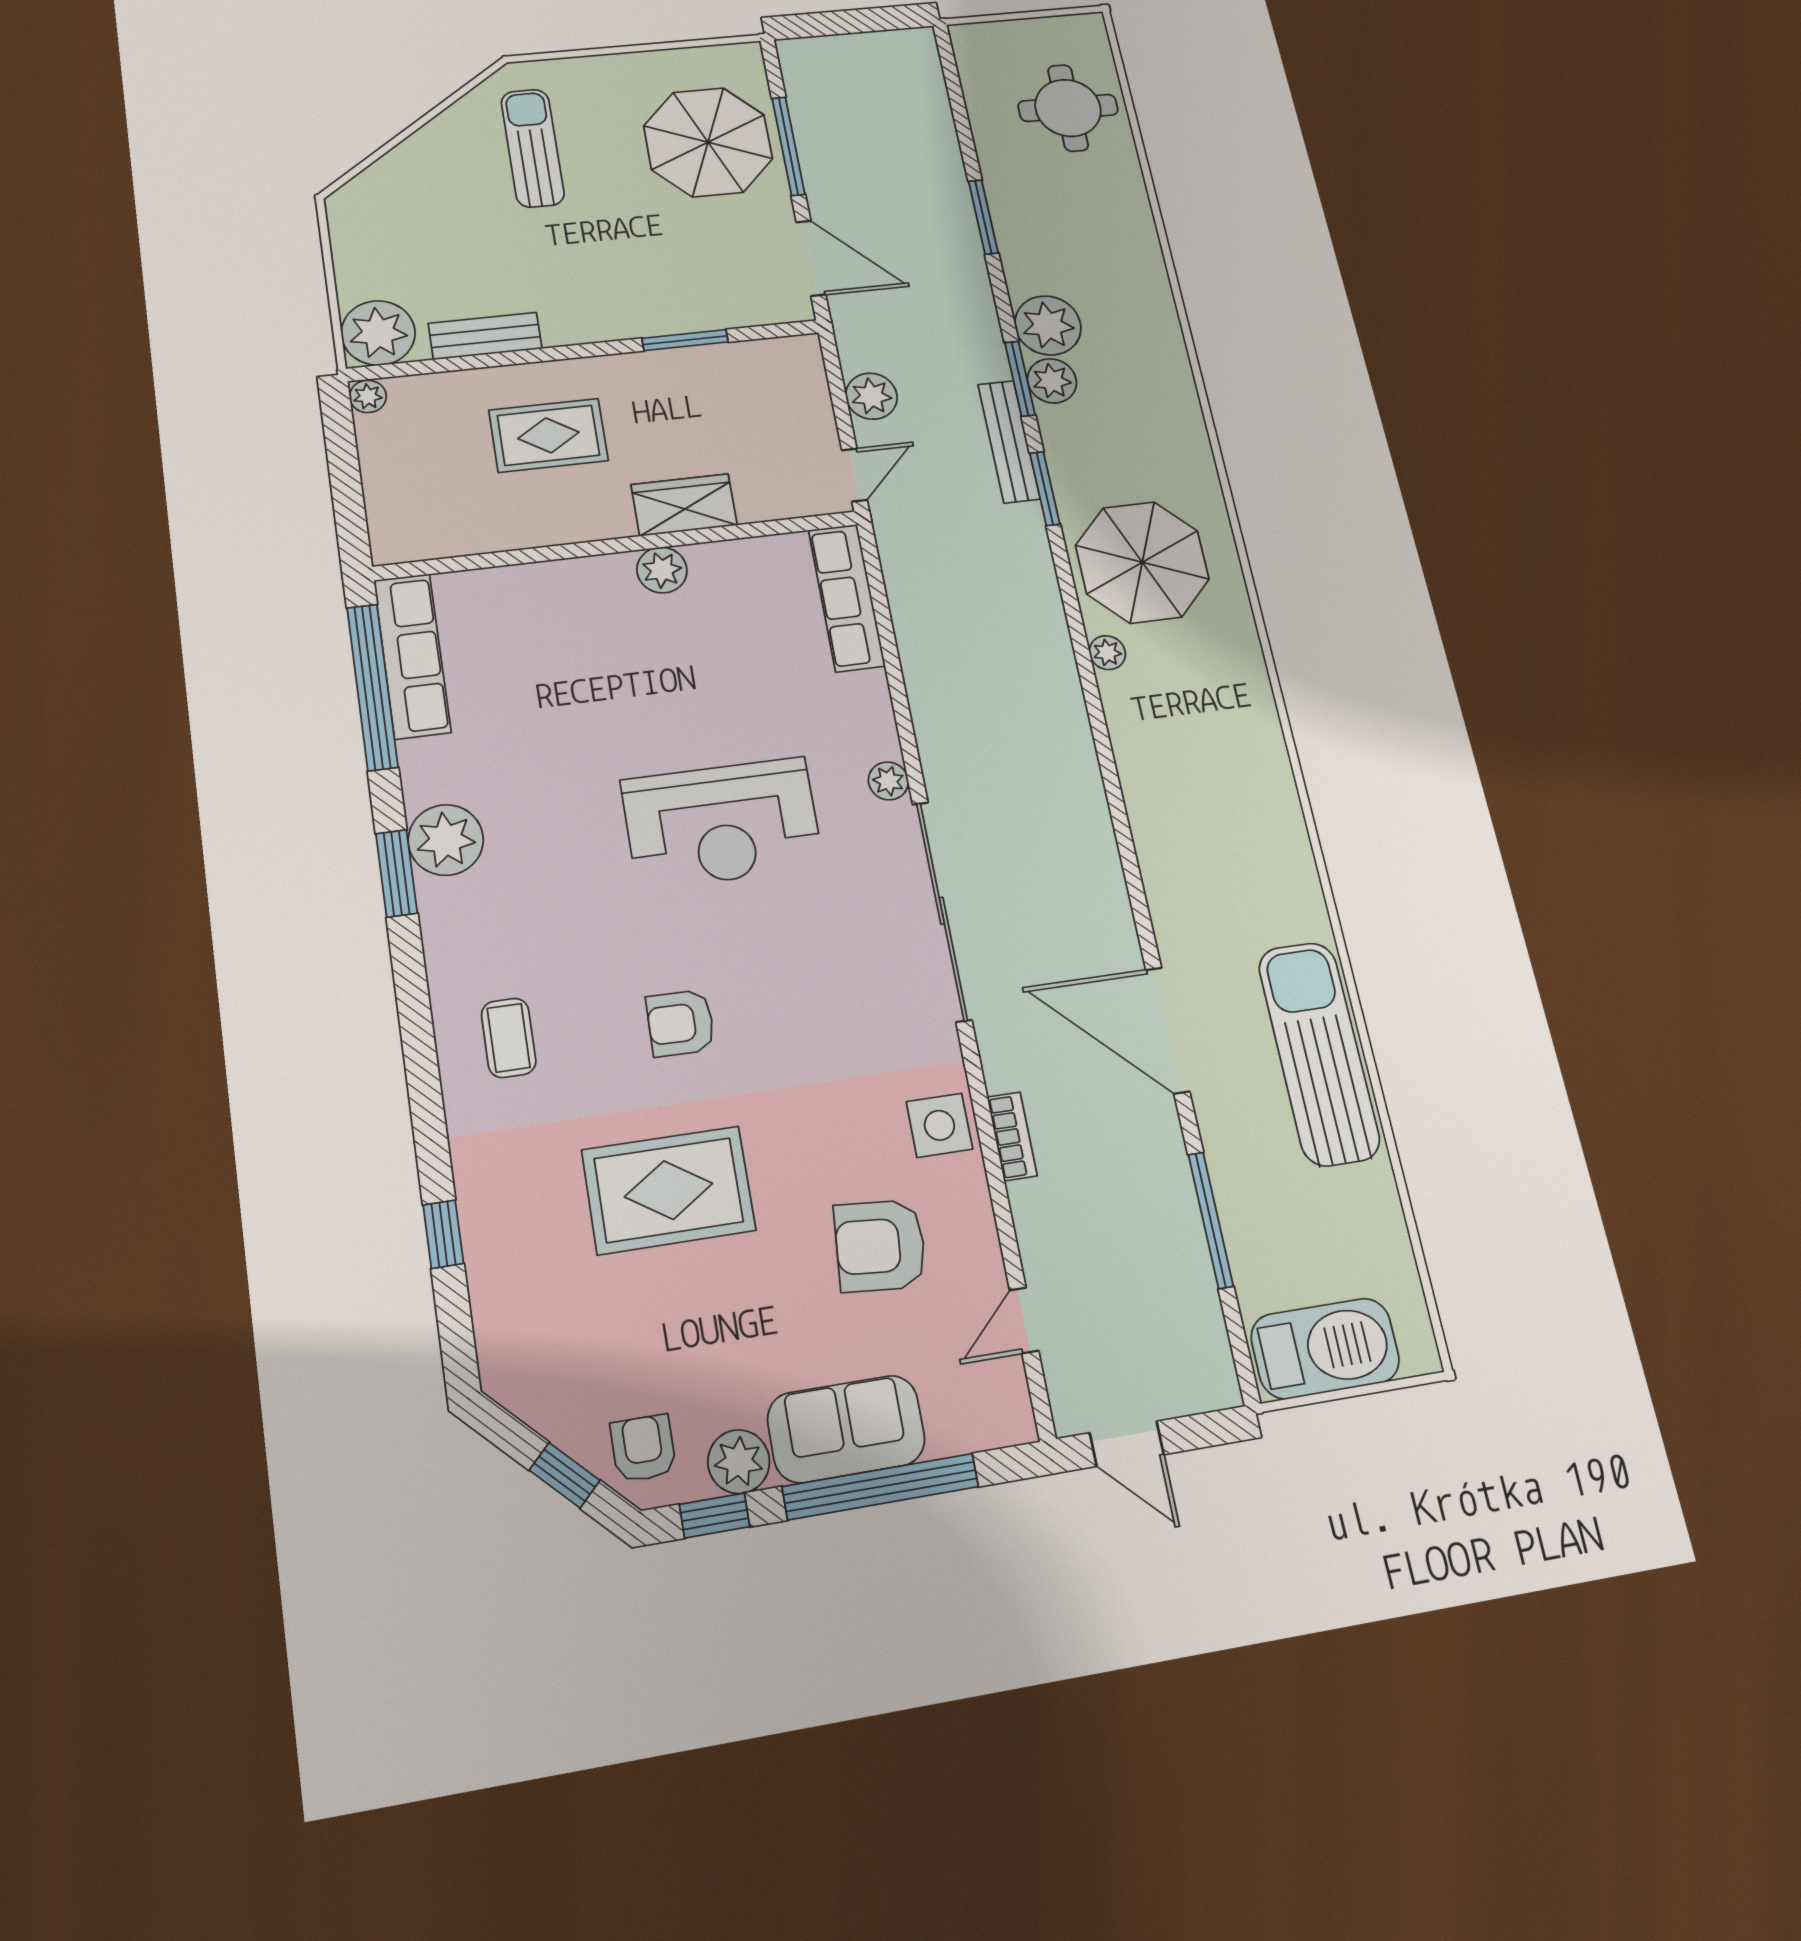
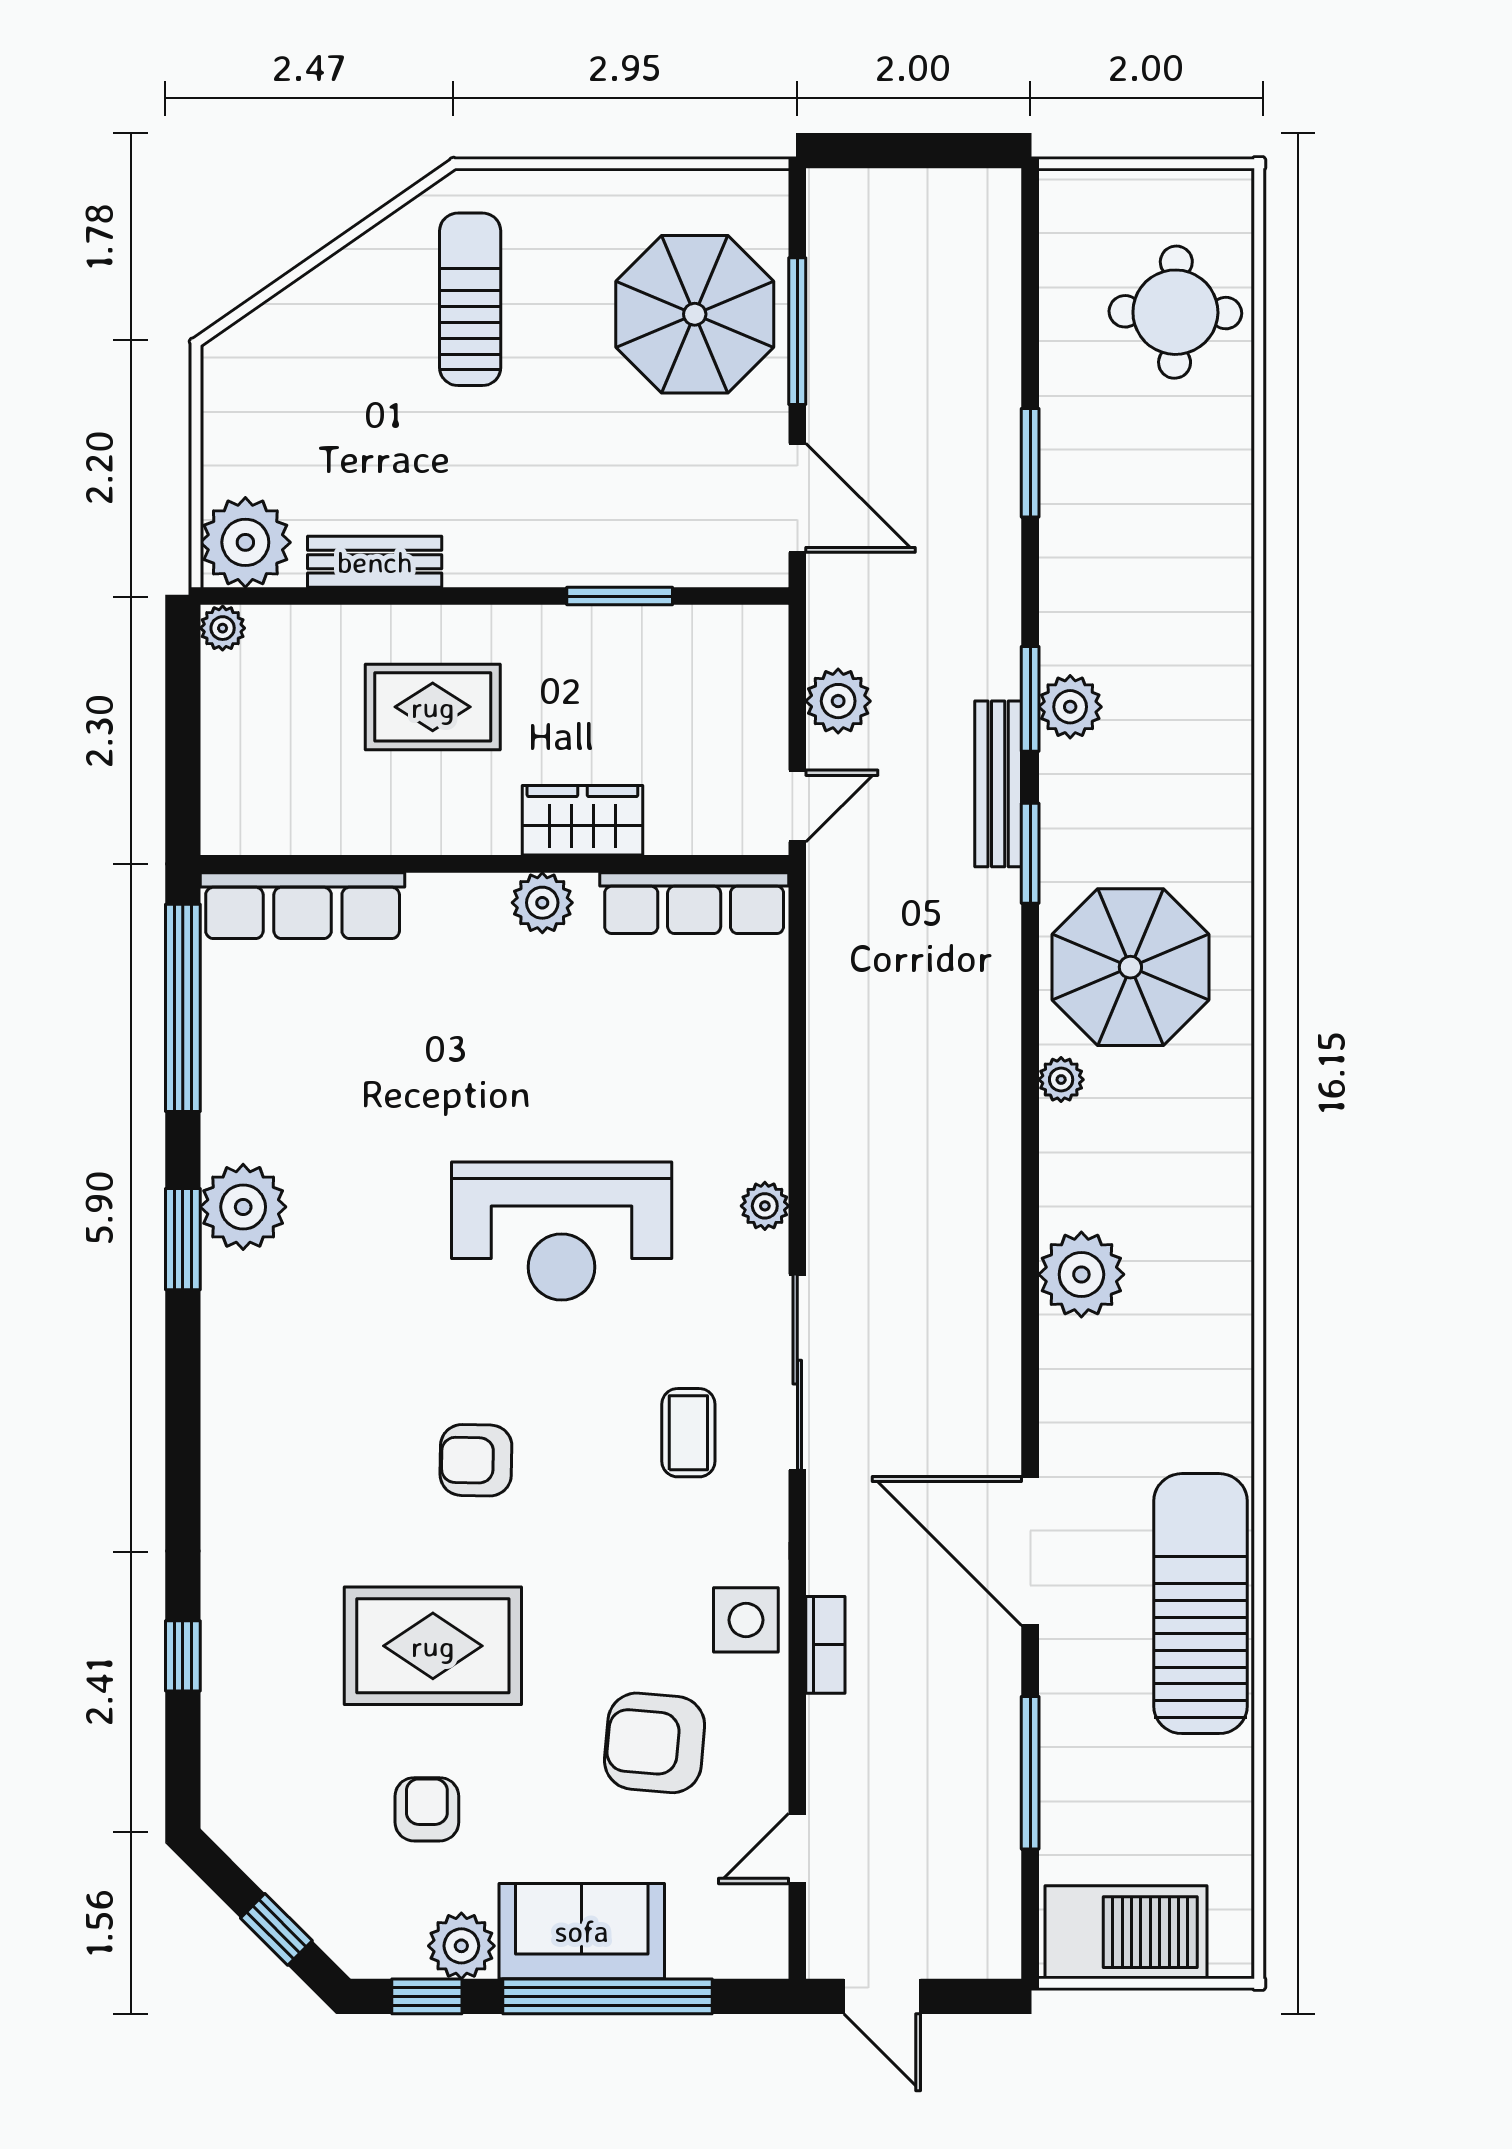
plant: (1048, 325) -> (1081, 1274), moved
row of seats: (847, 598) -> (694, 903), moved, turned -90
row of seats: (412, 656) -> (303, 906), moved, turned 90
sliding door: (942, 911) -> (797, 1372), width x0.73
coffee table: (509, 1038) -> (688, 1433), moved
armchair: (643, 1448) -> (427, 1809), moved

